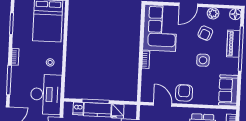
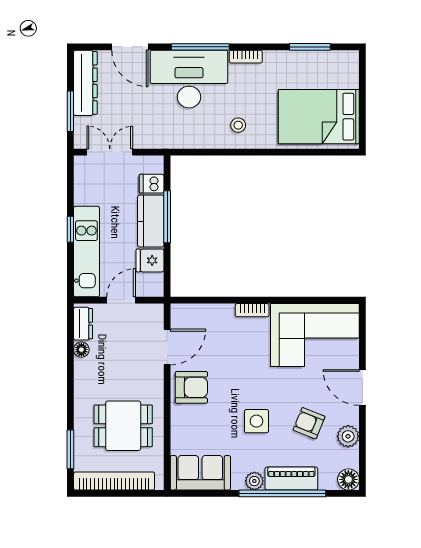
plant: (234, 63) -> (254, 481), added
desk: (46, 94) -> (189, 79), moved, turned 180

